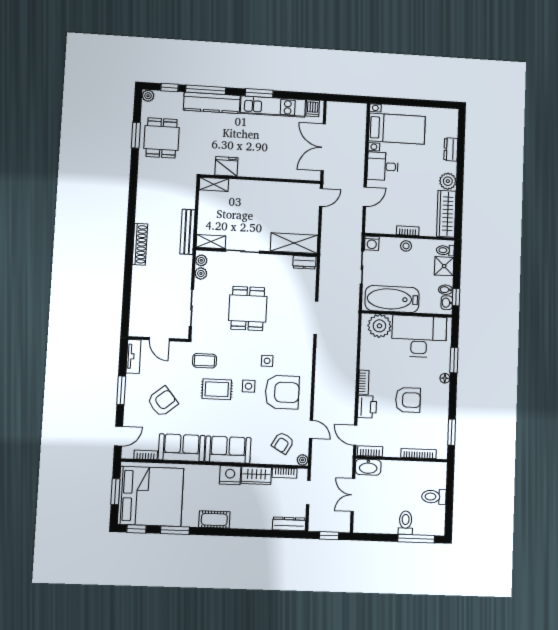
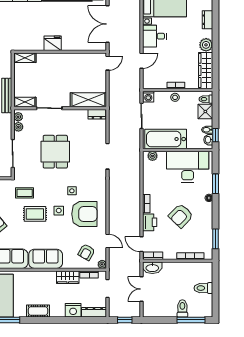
fridge: (226, 166) -> (53, 43), moved
plant: (379, 326) -> (152, 156), width x0.53, depth x0.53
armchair: (408, 400) -> (181, 216), turned 134
nightstand: (230, 475) -> (73, 310), moved, turned 180

